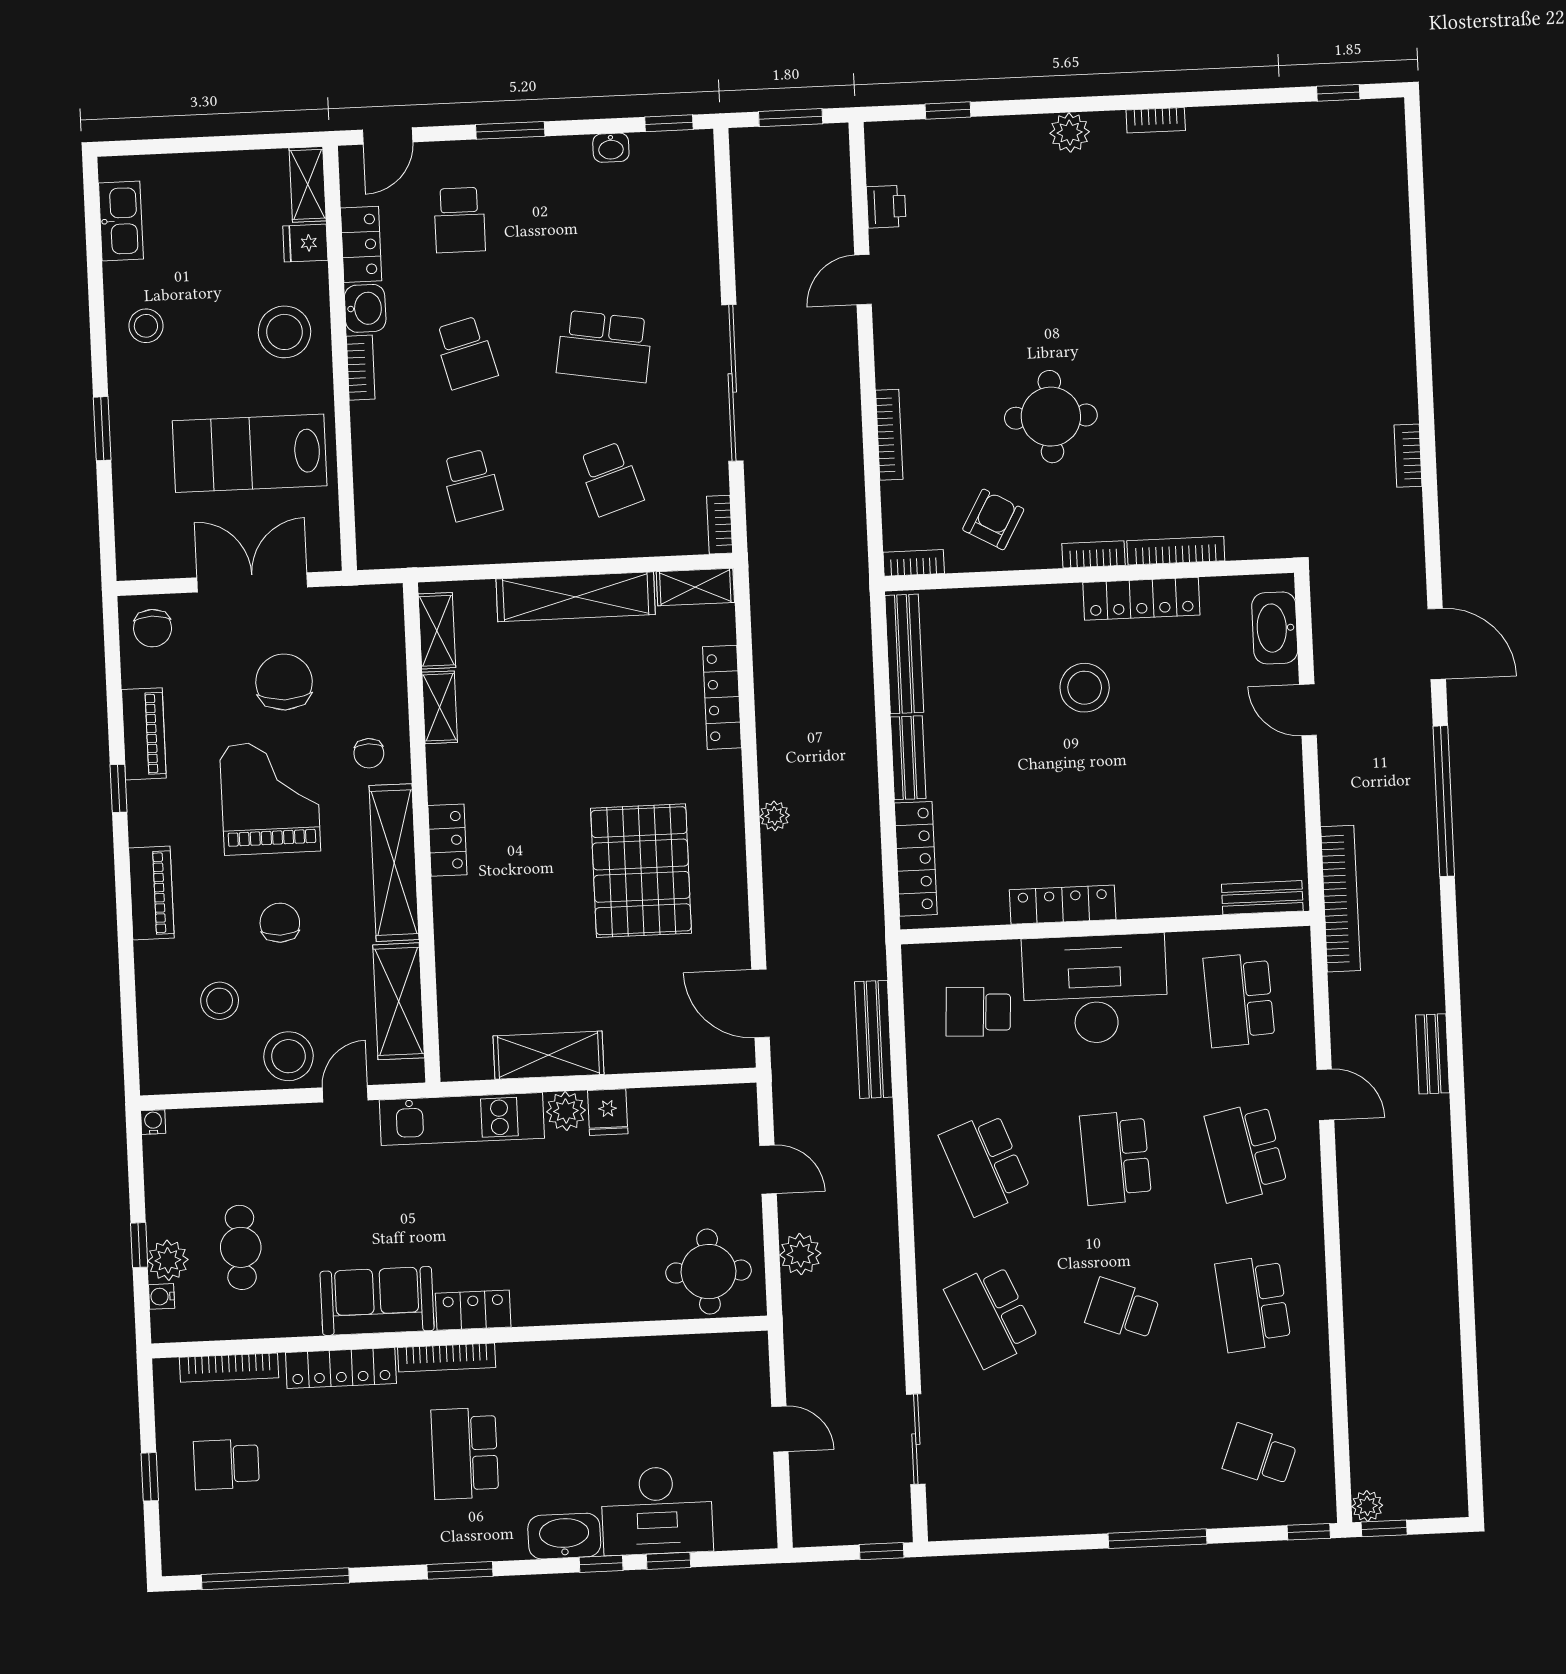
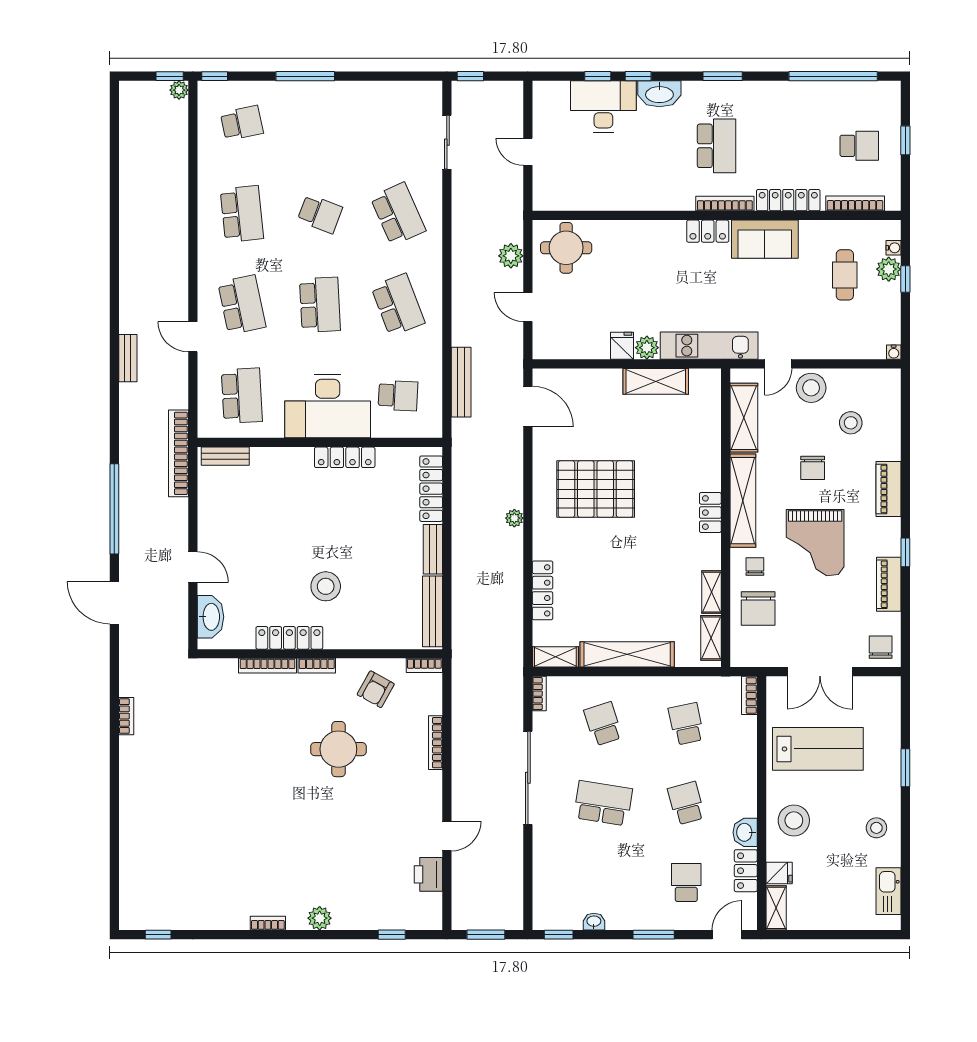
printer: (886, 207) -> (428, 874), width x1.36, depth x1.24
bookcase: (361, 368) -> (749, 695), moved
chair: (284, 682) -> (758, 608), moved
pallet: (641, 871) -> (596, 489), turned 90
school desk: (1260, 1455) -> (242, 123), turned -33

